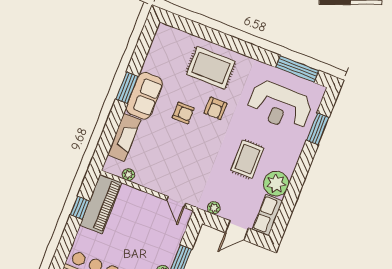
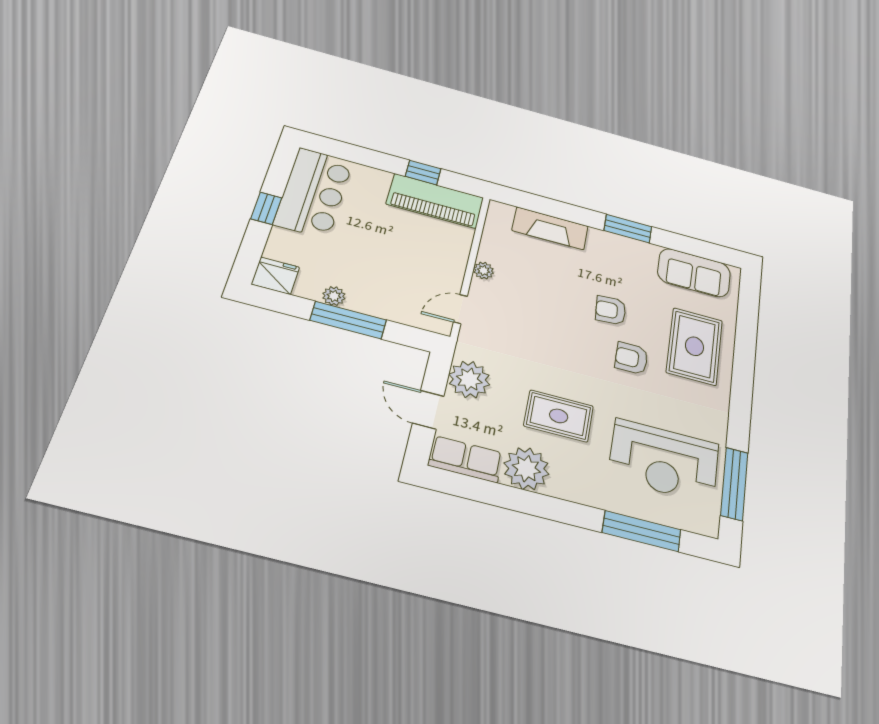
sofa: (144, 96) -> (694, 273), moved
reception desk: (280, 106) -> (664, 461), turned -90
armchair: (183, 113) -> (611, 310), turned 86
window: (318, 129) -> (642, 531), width x1.44
plant: (128, 175) -> (484, 271), moved
plant: (214, 208) -> (469, 379), width x1.88, depth x1.88

